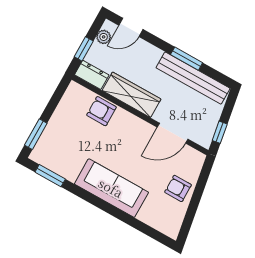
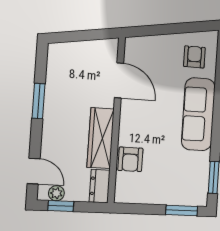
window: (84, 49) -> (61, 206), moved
bench: (193, 78) -> (55, 85), removed
window: (220, 132) -> (96, 35), removed
armchair: (178, 188) -> (194, 57), moved, turned 180

